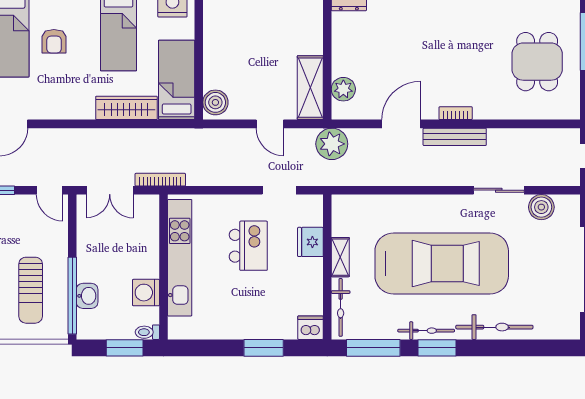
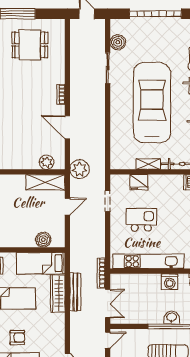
boiler: (215, 102) -> (43, 240), moved
bench: (455, 137) -> (75, 292), moved

